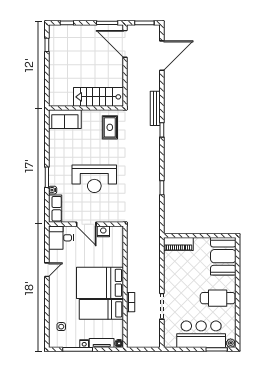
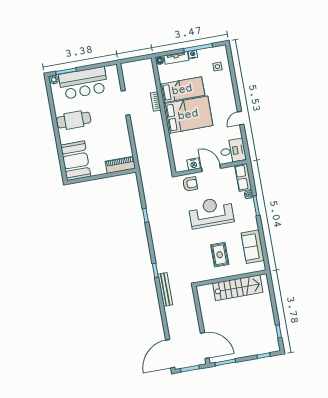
door: (162, 56) -> (170, 354), moved
stairs: (98, 97) -> (238, 288), moved
sofa: (65, 119) -> (253, 247), moved, turned -90
rug: (110, 127) -> (220, 255), moved
armchair: (111, 212) -> (190, 184), added

